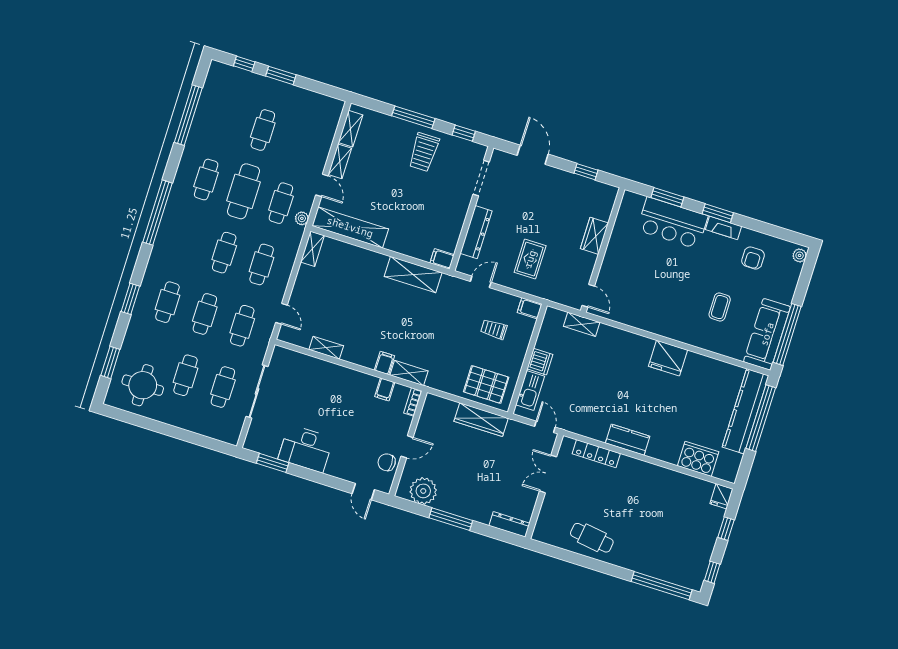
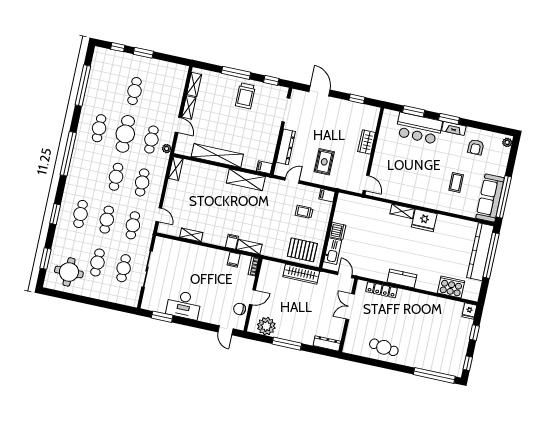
shelving: (350, 227) -> (217, 155), moved
shelving: (582, 324) -> (402, 211), moved

